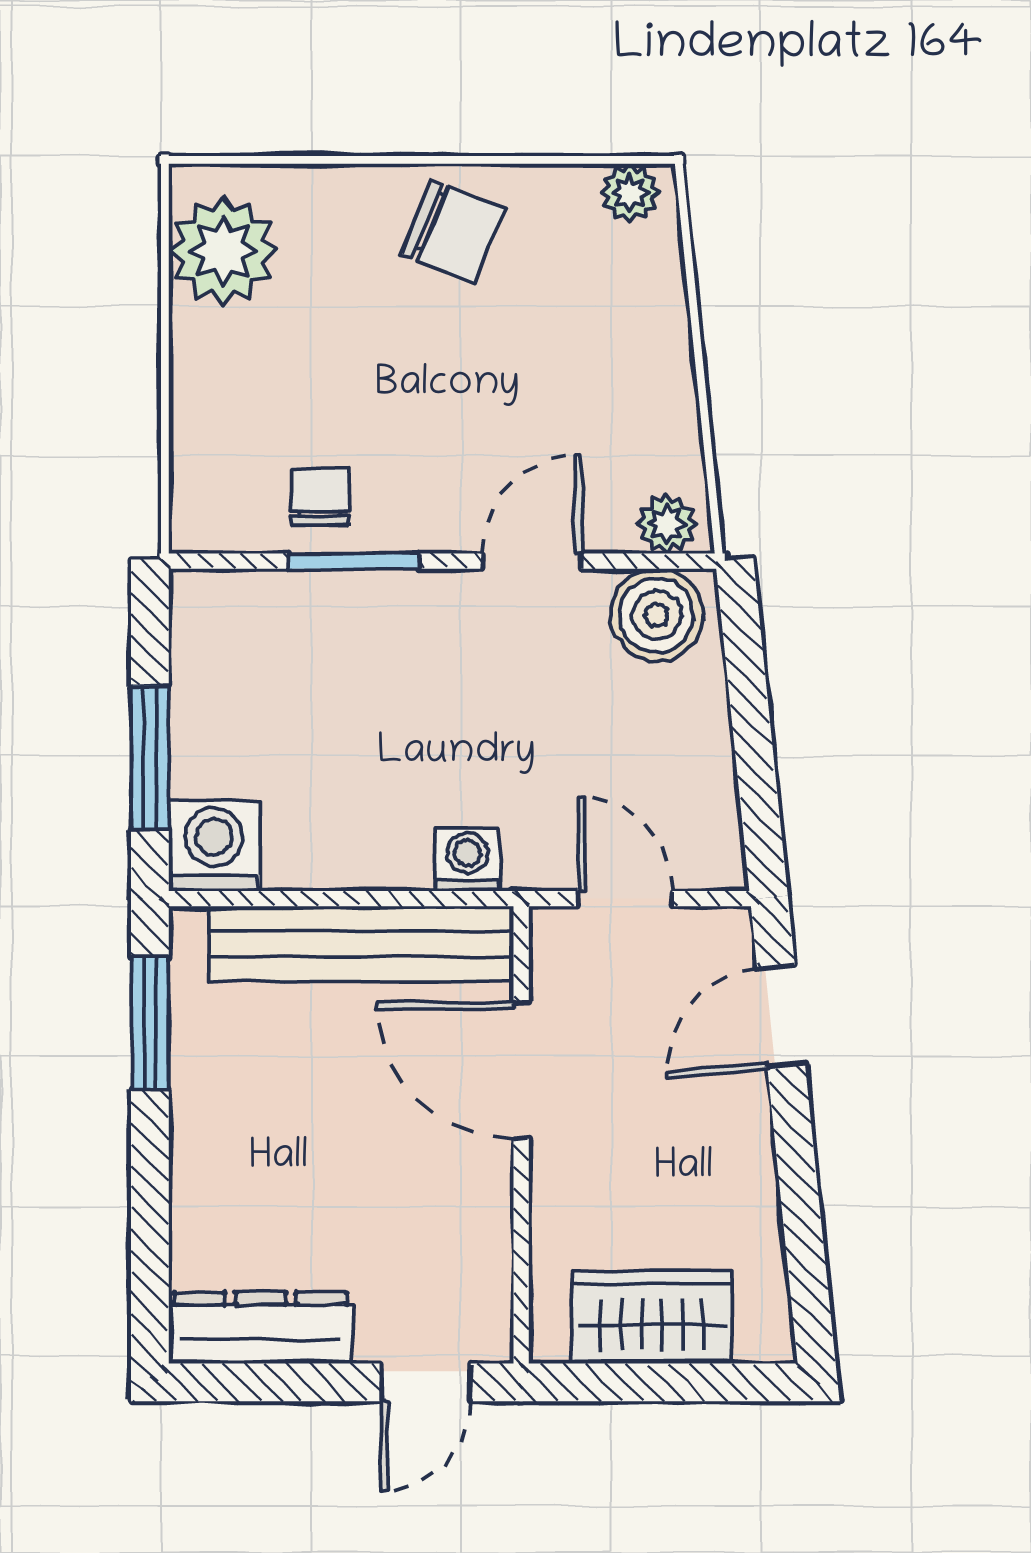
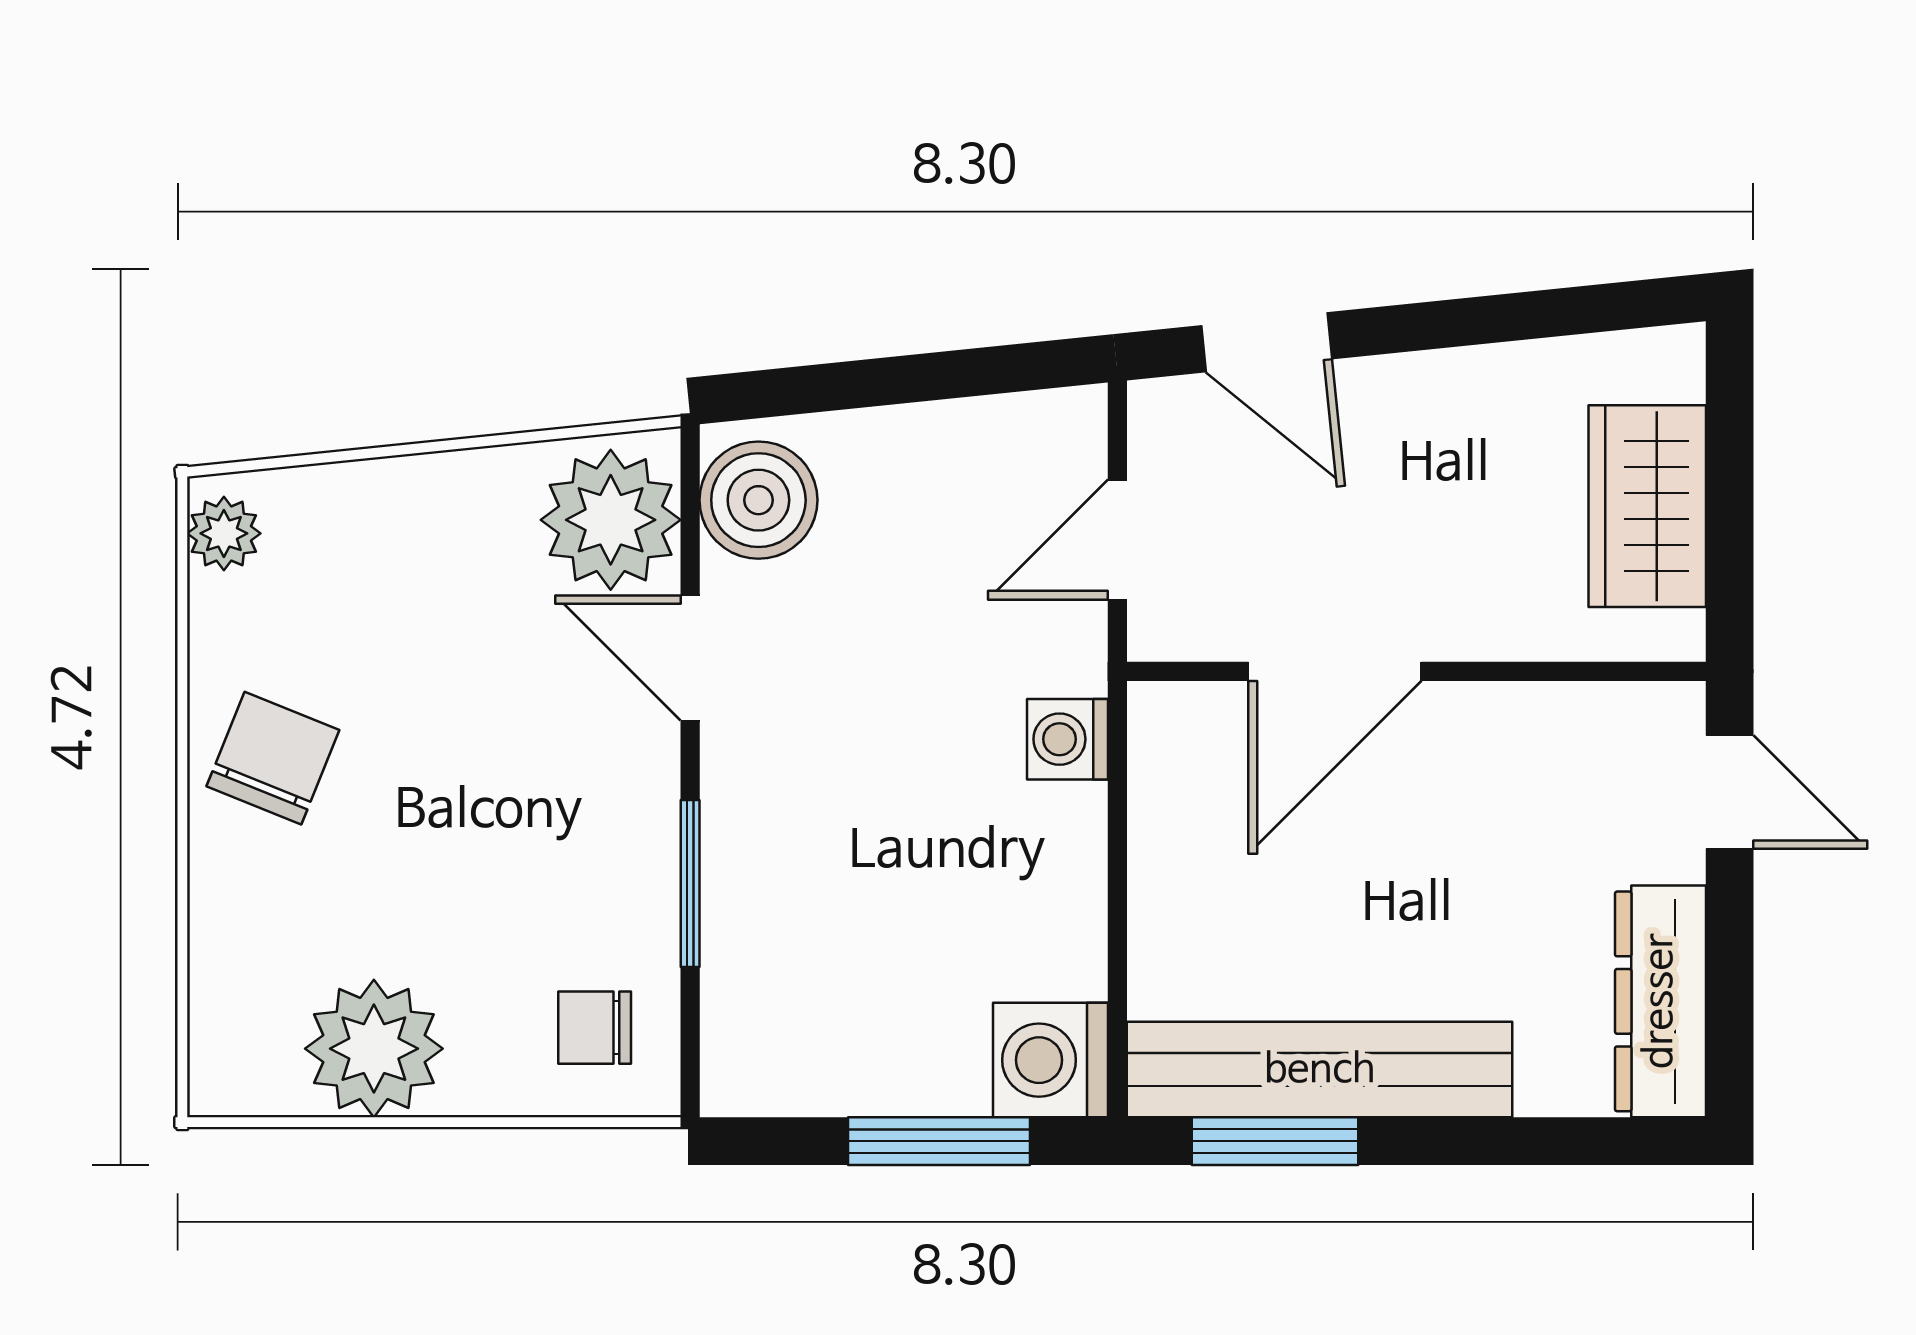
plant: (223, 251) -> (374, 1049), moved
chair: (320, 497) -> (595, 1028), moved
plant: (667, 524) -> (611, 520), width x1.87, depth x1.87
bench: (361, 944) -> (1320, 1070), moved, turned 90

